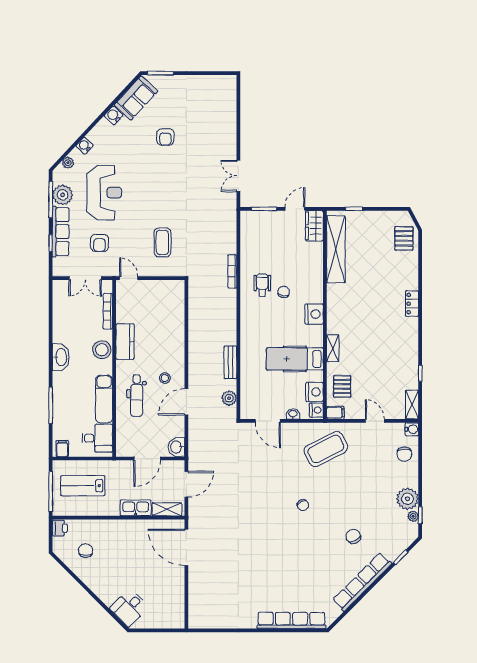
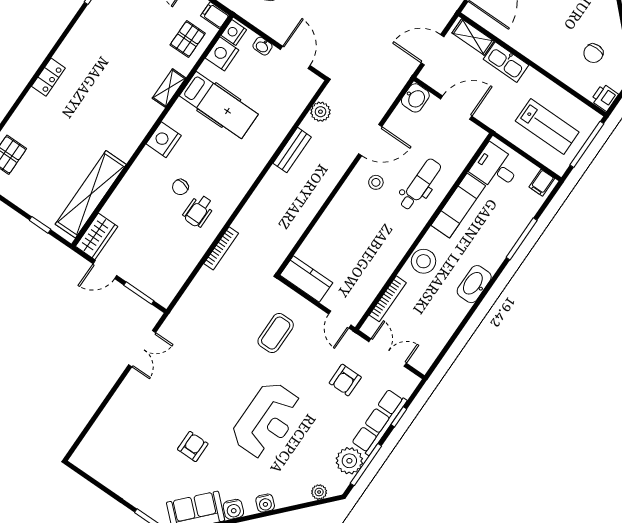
water cooler: (85, 146) -> (265, 503), moved
reception desk: (104, 193) -> (267, 420), moved, turned 180
armchair: (100, 243) -> (345, 380), turned 180
kitchen counter: (125, 342) -> (306, 279), moved, turned 90

